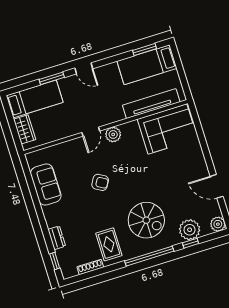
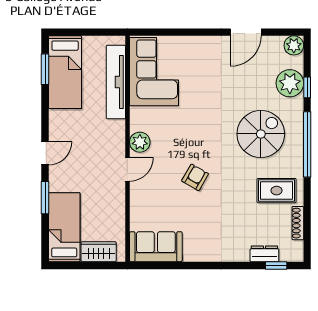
door: (91, 132) -> (127, 169), hinge flipped
sofa: (46, 184) -> (156, 247), moved
dresser: (57, 238) -> (264, 254), moved

